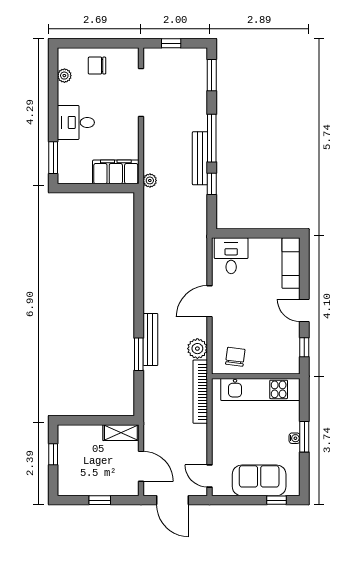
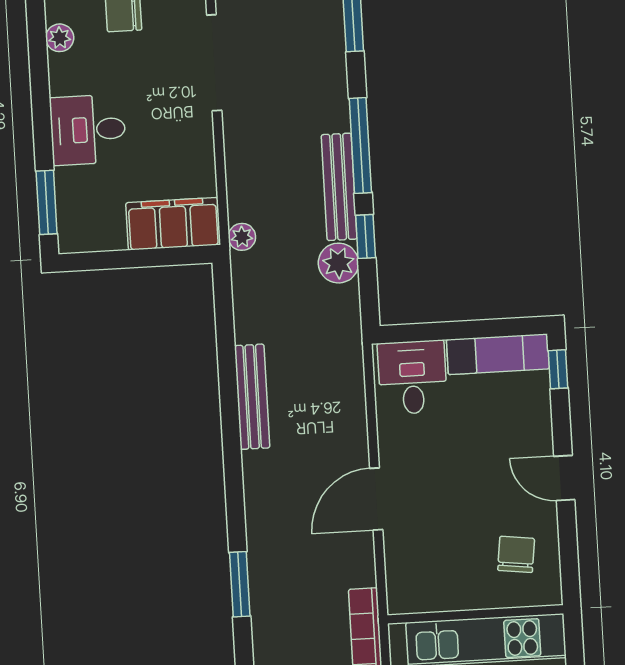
exam couch: (291, 263) -> (498, 354), moved, turned -90
door: (209, 301) -> (376, 499), moved
bench: (150, 340) -> (252, 397), moved
window: (304, 347) -> (558, 369), moved
plant: (197, 349) -> (338, 263), moved
chair: (235, 357) -> (516, 554), moved

